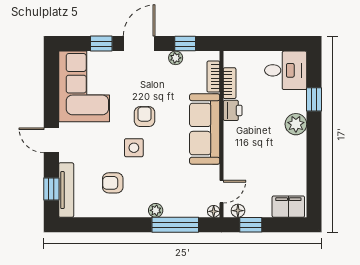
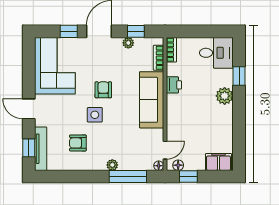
bookcase: (230, 83) -> (171, 50), moved

